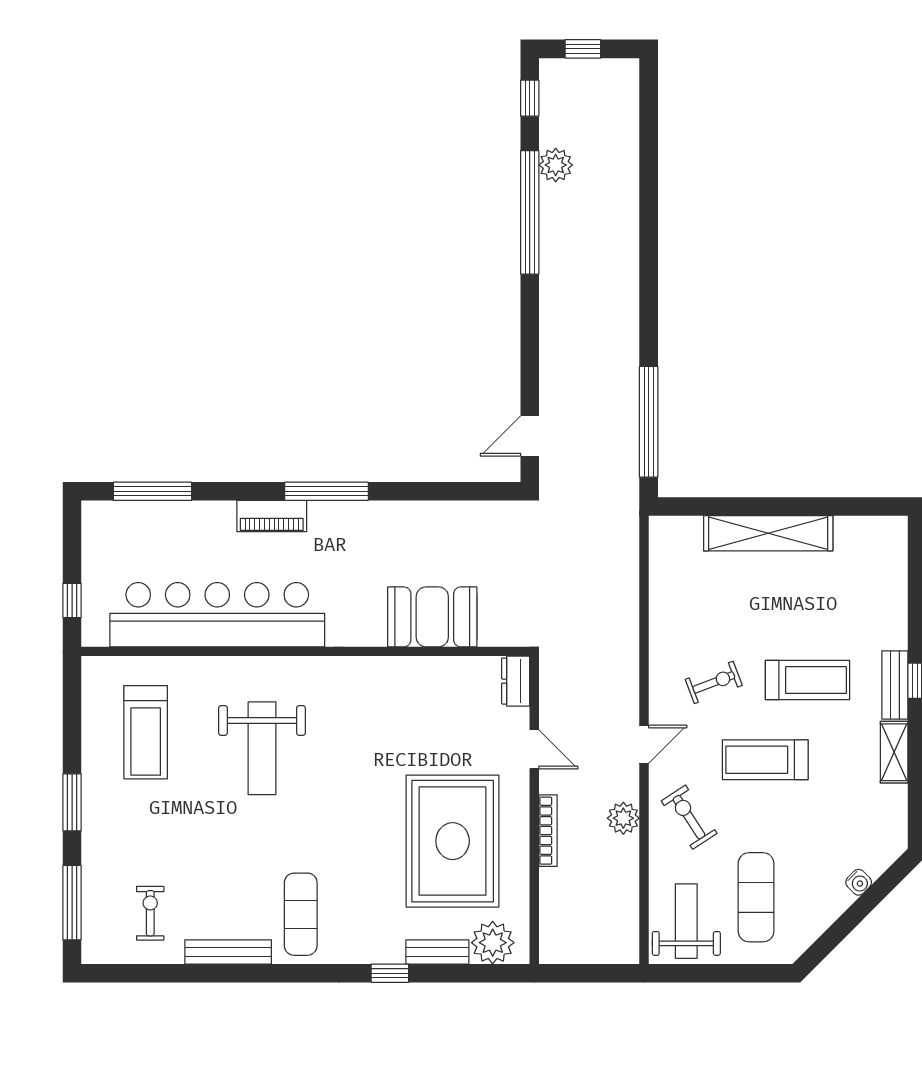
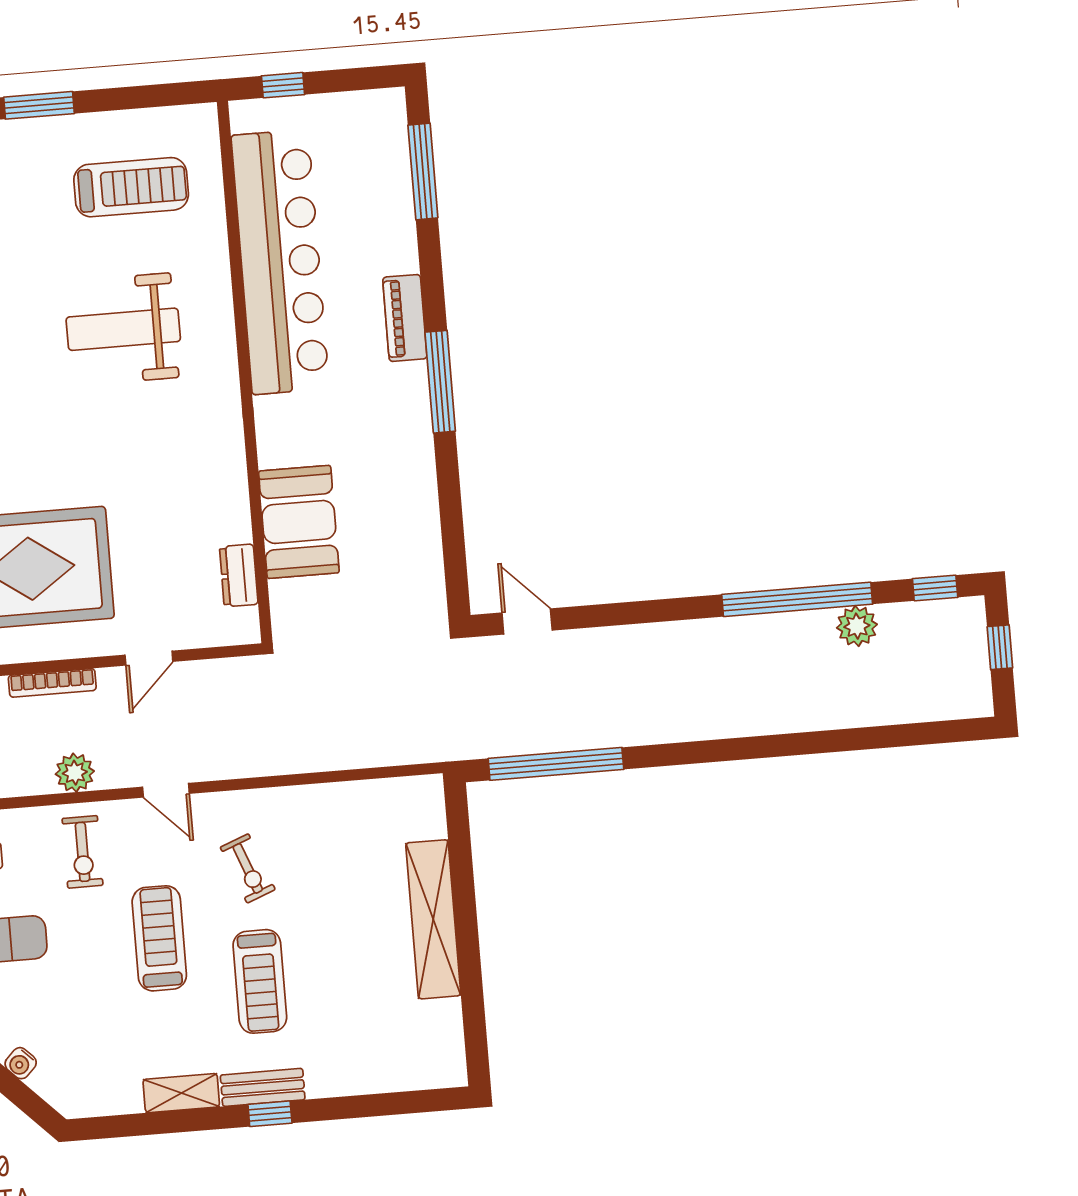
dresser: (516, 681) -> (239, 575), moved, turned -90
treadmill: (146, 732) -> (131, 187), turned 180
exercise bike: (689, 817) -> (83, 852), turned 123

